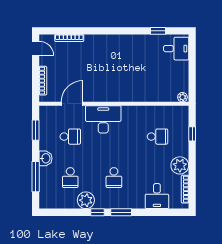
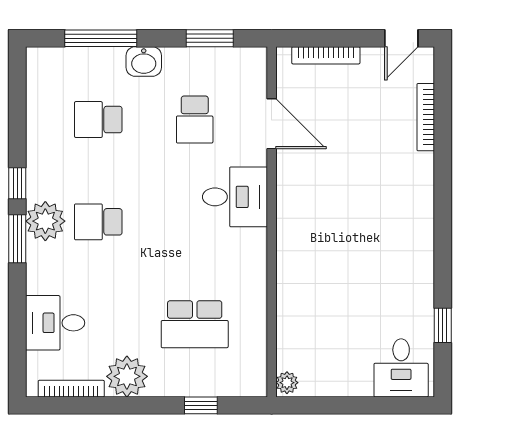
desk: (103, 119) -> (235, 197), width x0.73
school desk: (158, 137) -> (195, 324), width x1.85
plant: (86, 200) -> (45, 221), moved

